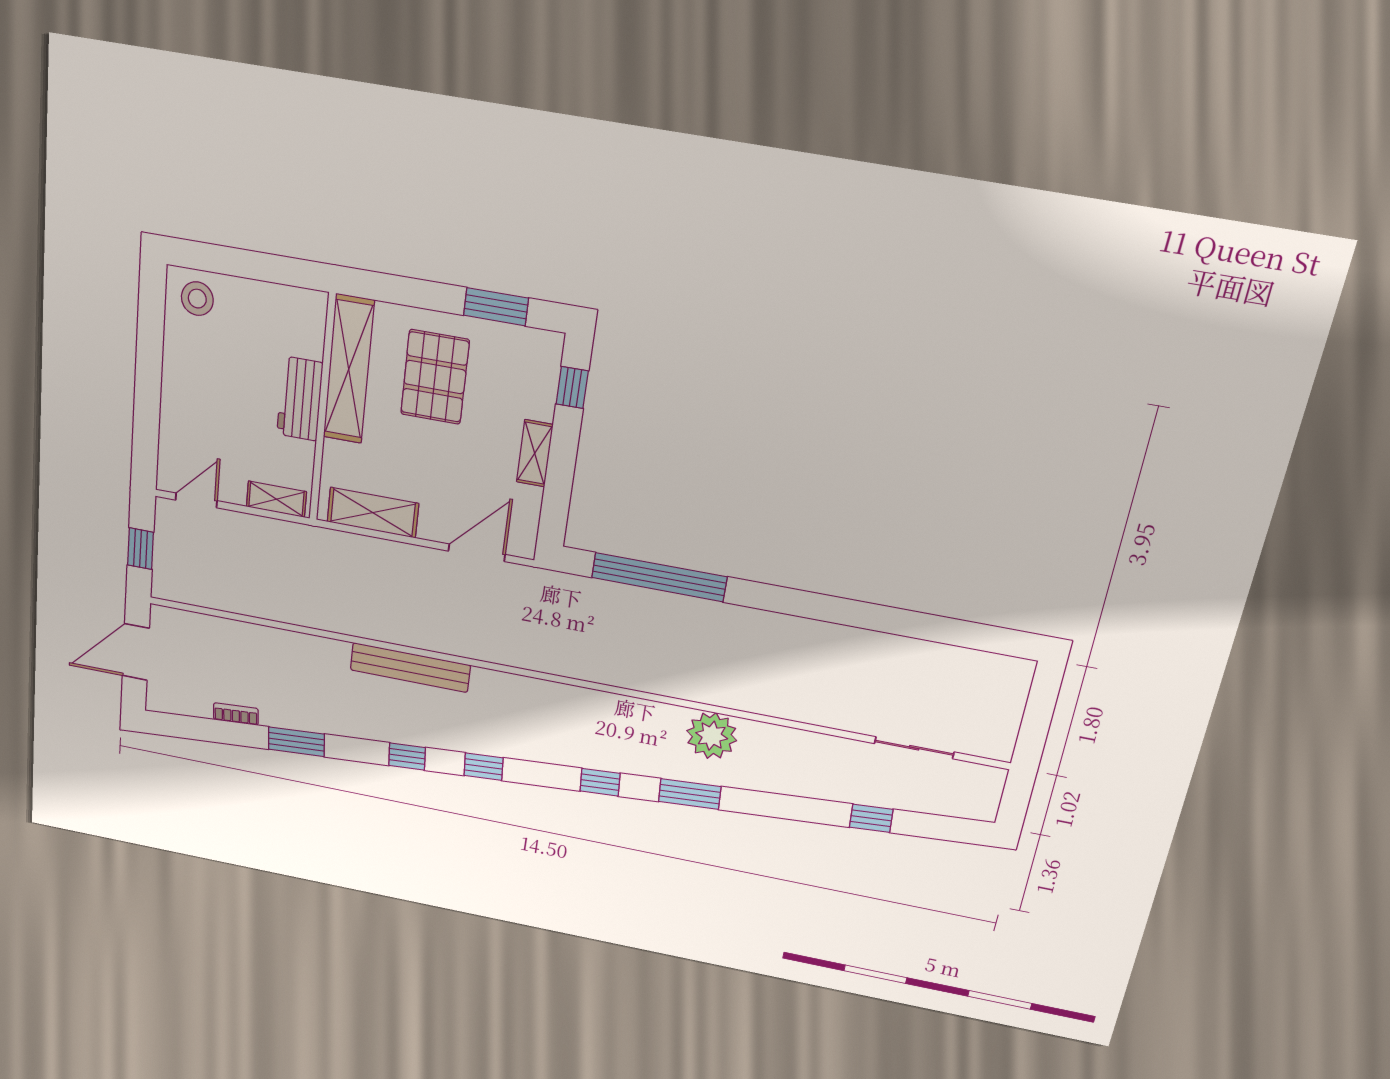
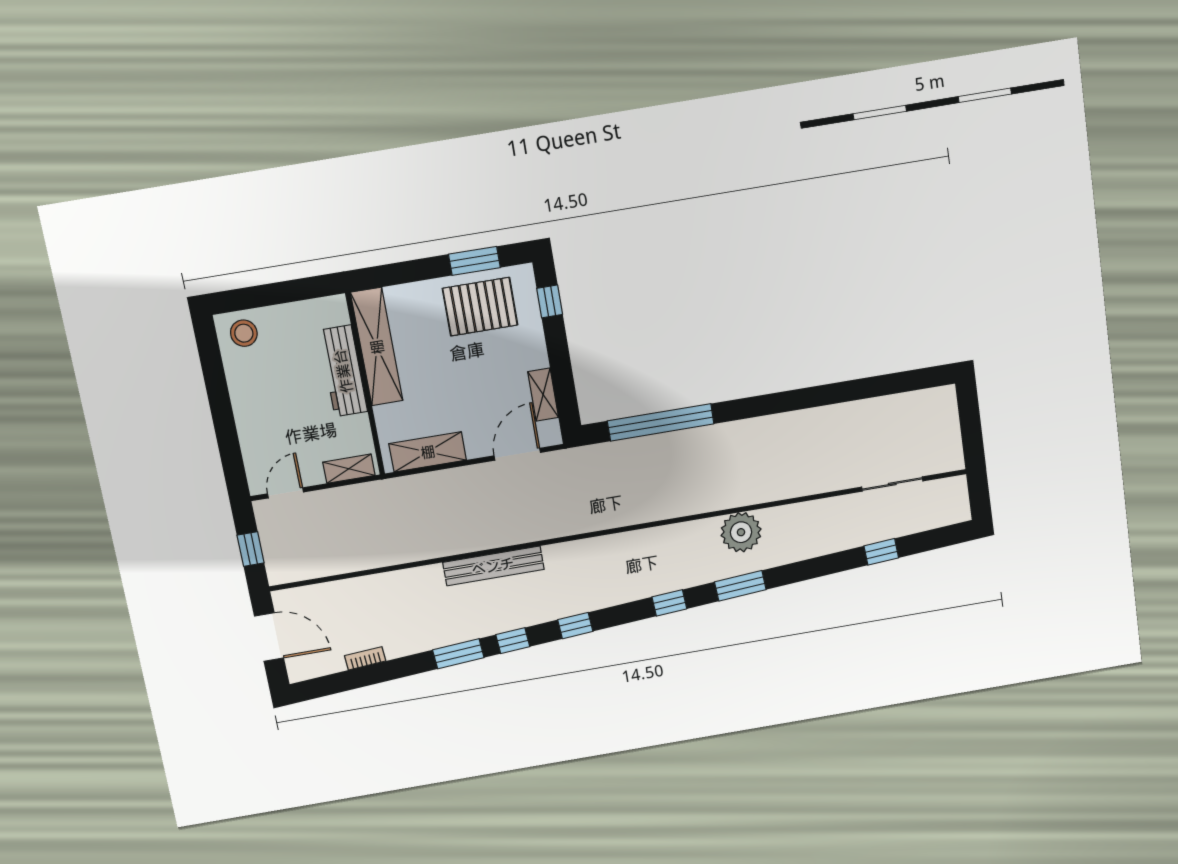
pallet: (435, 377) -> (480, 307), moved, turned 90
workbench: (300, 399) -> (343, 371), width x1.38
shelving: (535, 453) -> (543, 395), moved
door: (136, 652) -> (269, 637), swing flipped
window: (296, 742) -> (458, 654), moved

